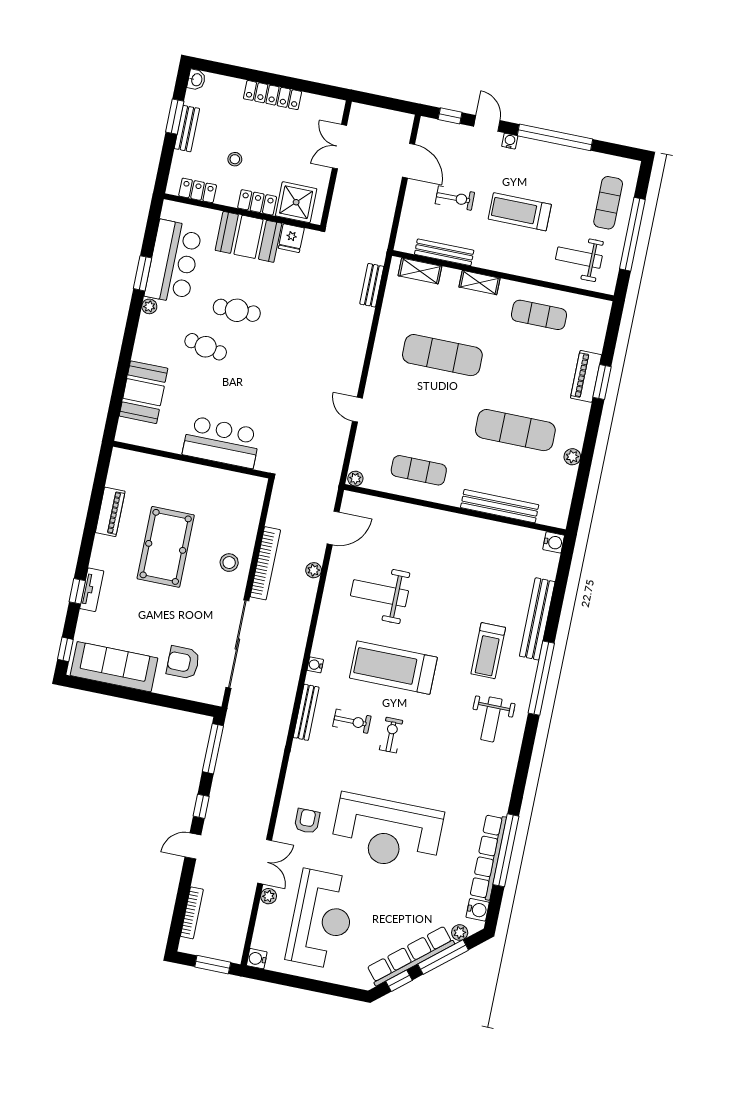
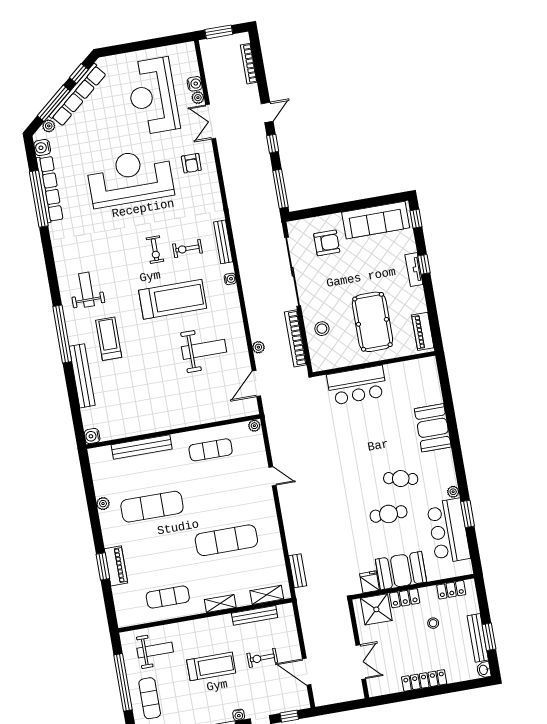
bench: (187, 129) -> (478, 638), width x1.36
bar counter: (221, 442) -> (357, 385), moved
wall: (191, 460) -> (374, 364), moved
water cooler: (257, 959) -> (195, 84), moved

